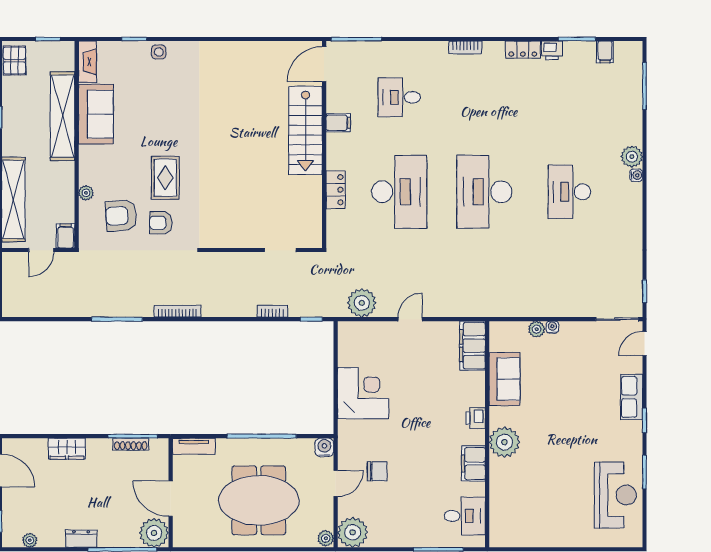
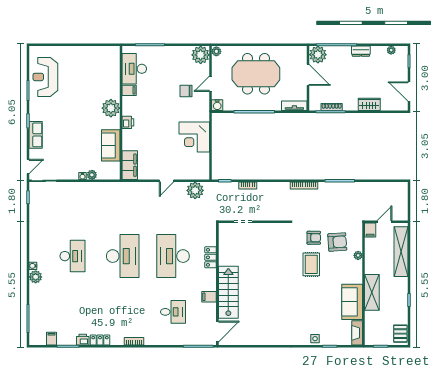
shelving: (63, 116) -> (372, 292), width x0.68
filing cabinet: (473, 463) -> (129, 90), width x0.50
desk: (465, 516) -> (134, 69), width x1.37

